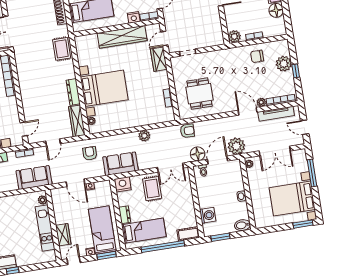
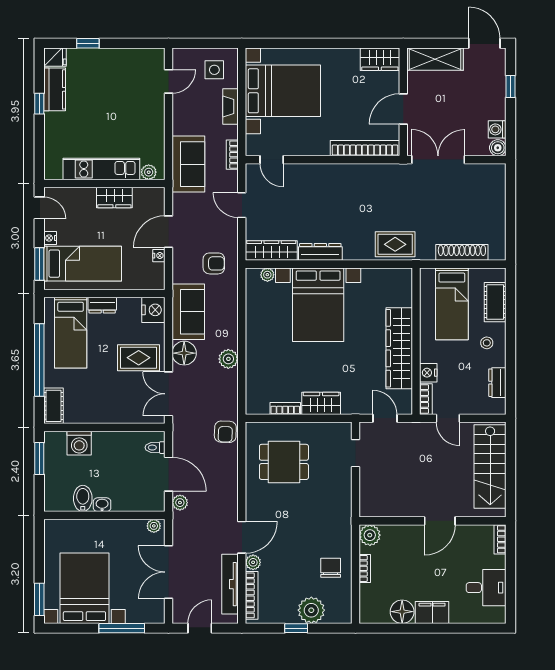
wardrobe: (159, 59) -> (321, 403), moved
plant: (236, 146) -> (180, 503), width x0.53, depth x0.53
floor lamp: (198, 154) -> (184, 353), moved
bidet: (242, 225) -> (83, 498), moved
wardrobe: (63, 235) -> (114, 197), moved

